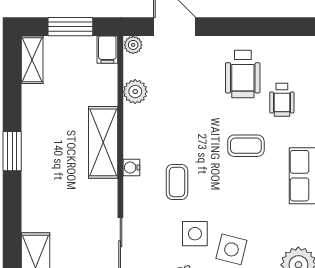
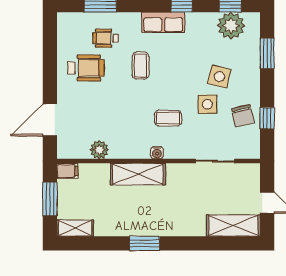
plant: (133, 45) -> (64, 151), removed
wheelchair: (282, 100) -> (105, 38), turned 180

